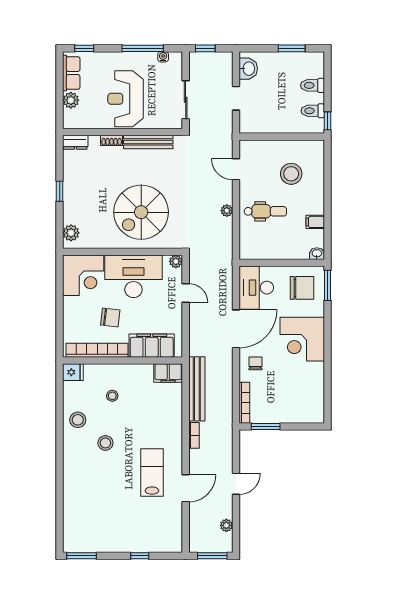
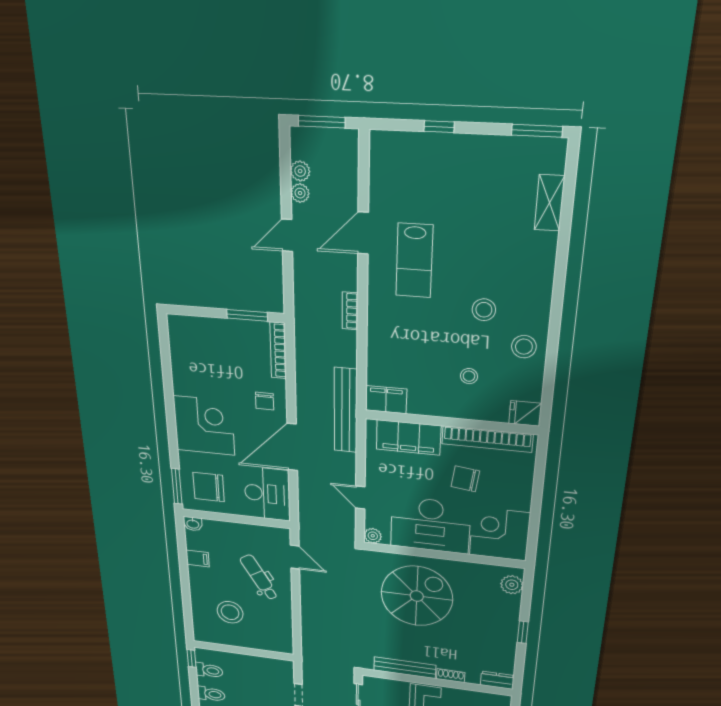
door: (236, 169) -> (295, 557), moved
plant: (227, 211) -> (300, 193), moved
dental chair: (265, 211) -> (259, 577), turned 59
bench: (197, 389) -> (346, 411), moved
shelving: (70, 514) -> (549, 203), added

